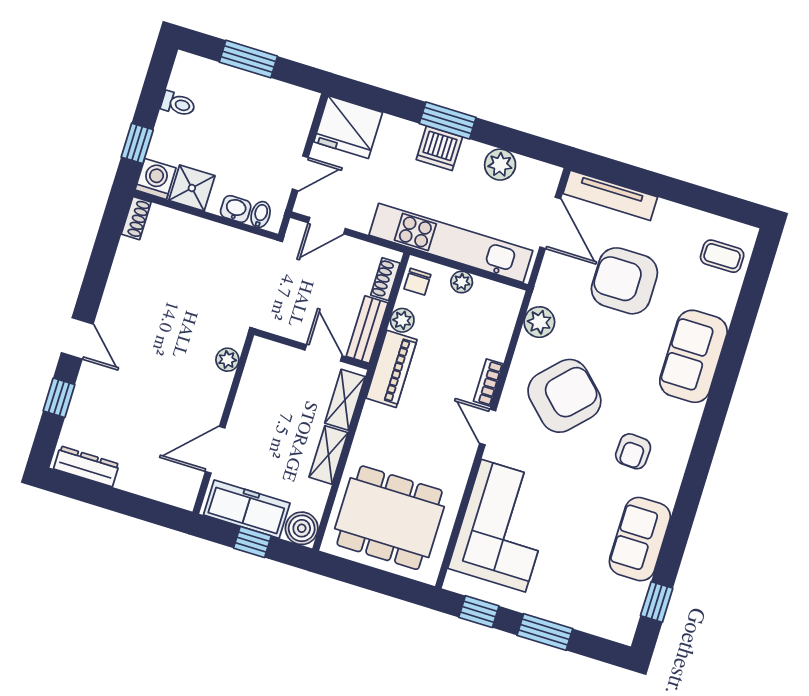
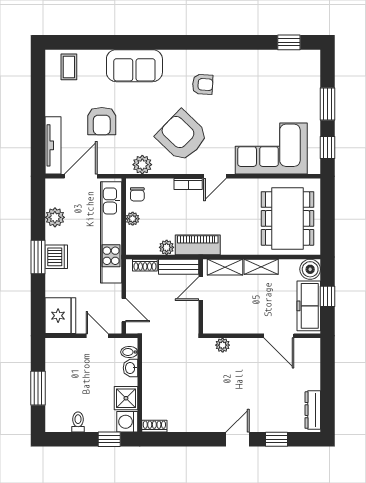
armchair: (624, 281) -> (102, 121), width x0.73, depth x0.73
chair: (417, 282) -> (137, 194), moved, turned 90
sofa: (640, 539) -> (254, 64), removed

